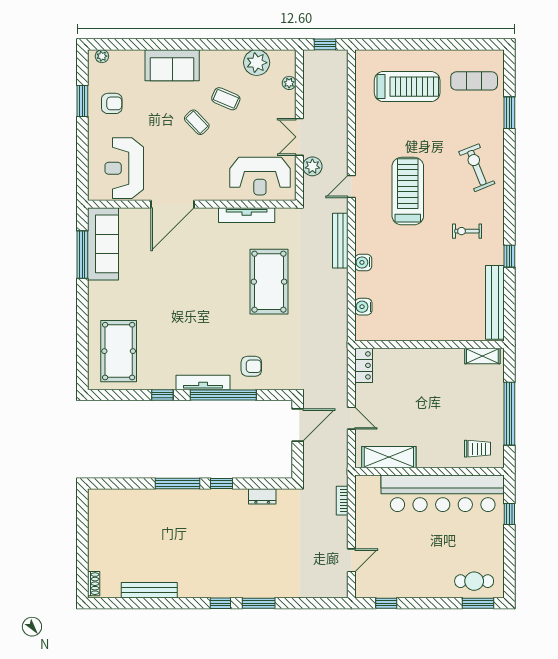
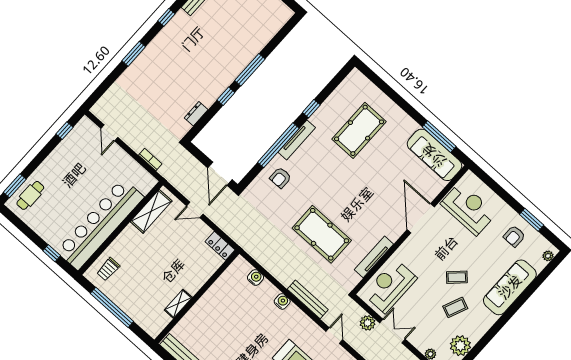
sofa: (172, 65) -> (510, 287), width x1.36
pool table: (119, 351) -> (359, 130), moved, turned 90
shelving: (482, 356) -> (178, 304), moved
window: (220, 603) -> (166, 17), moved

